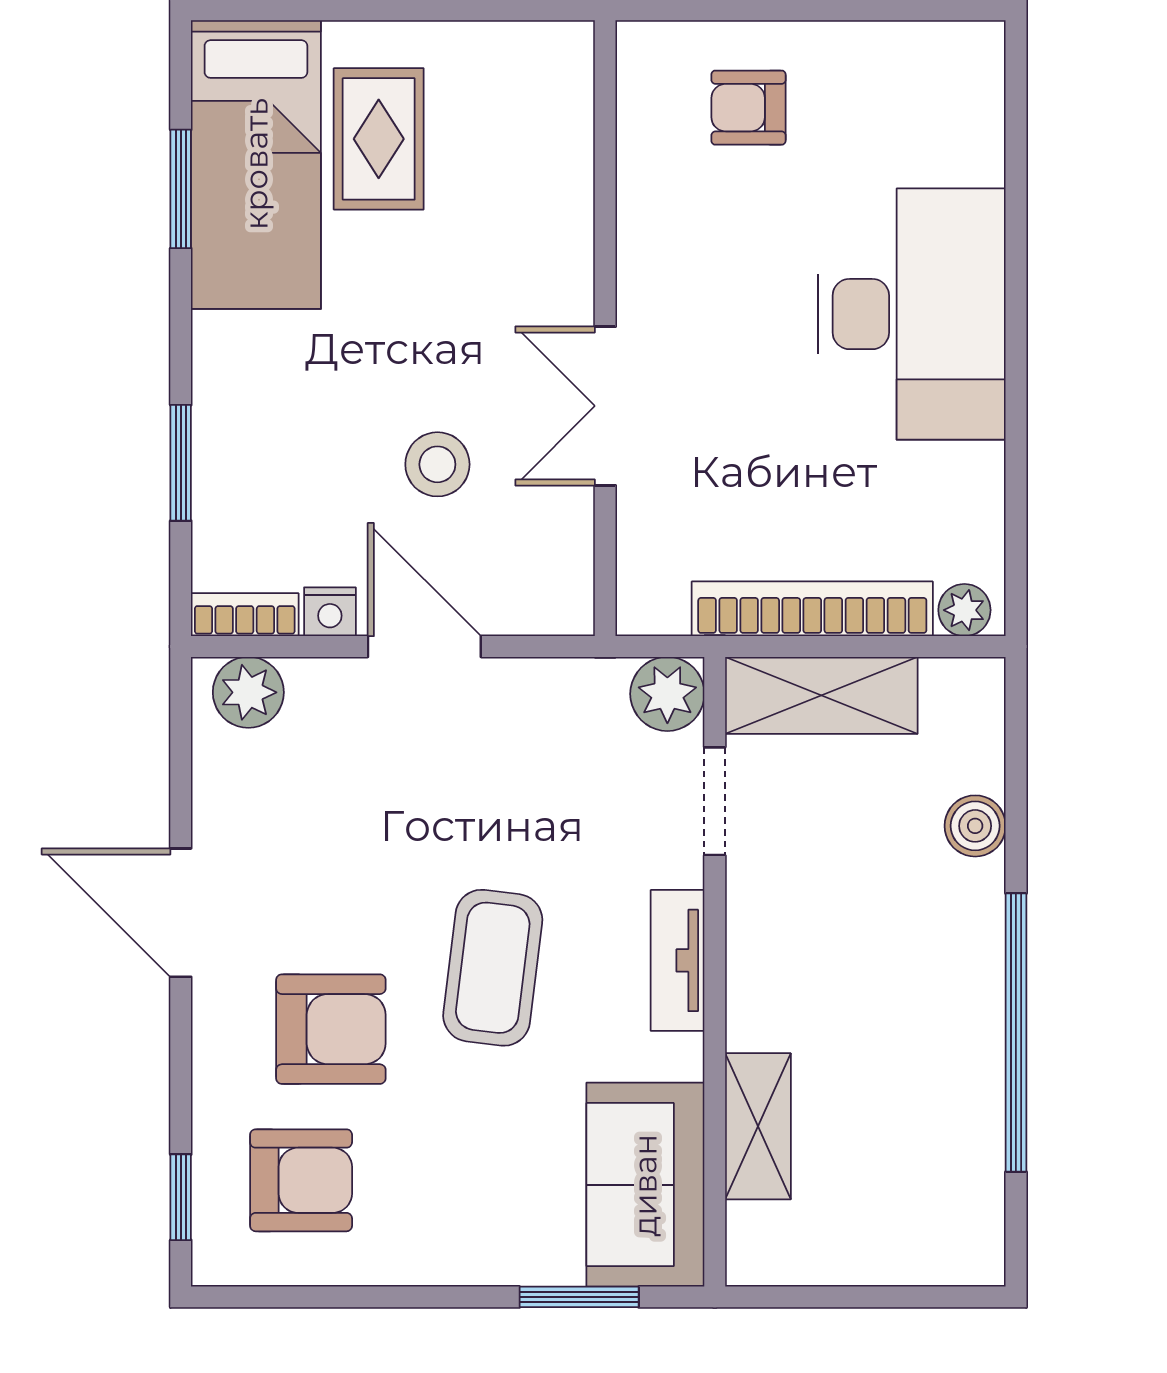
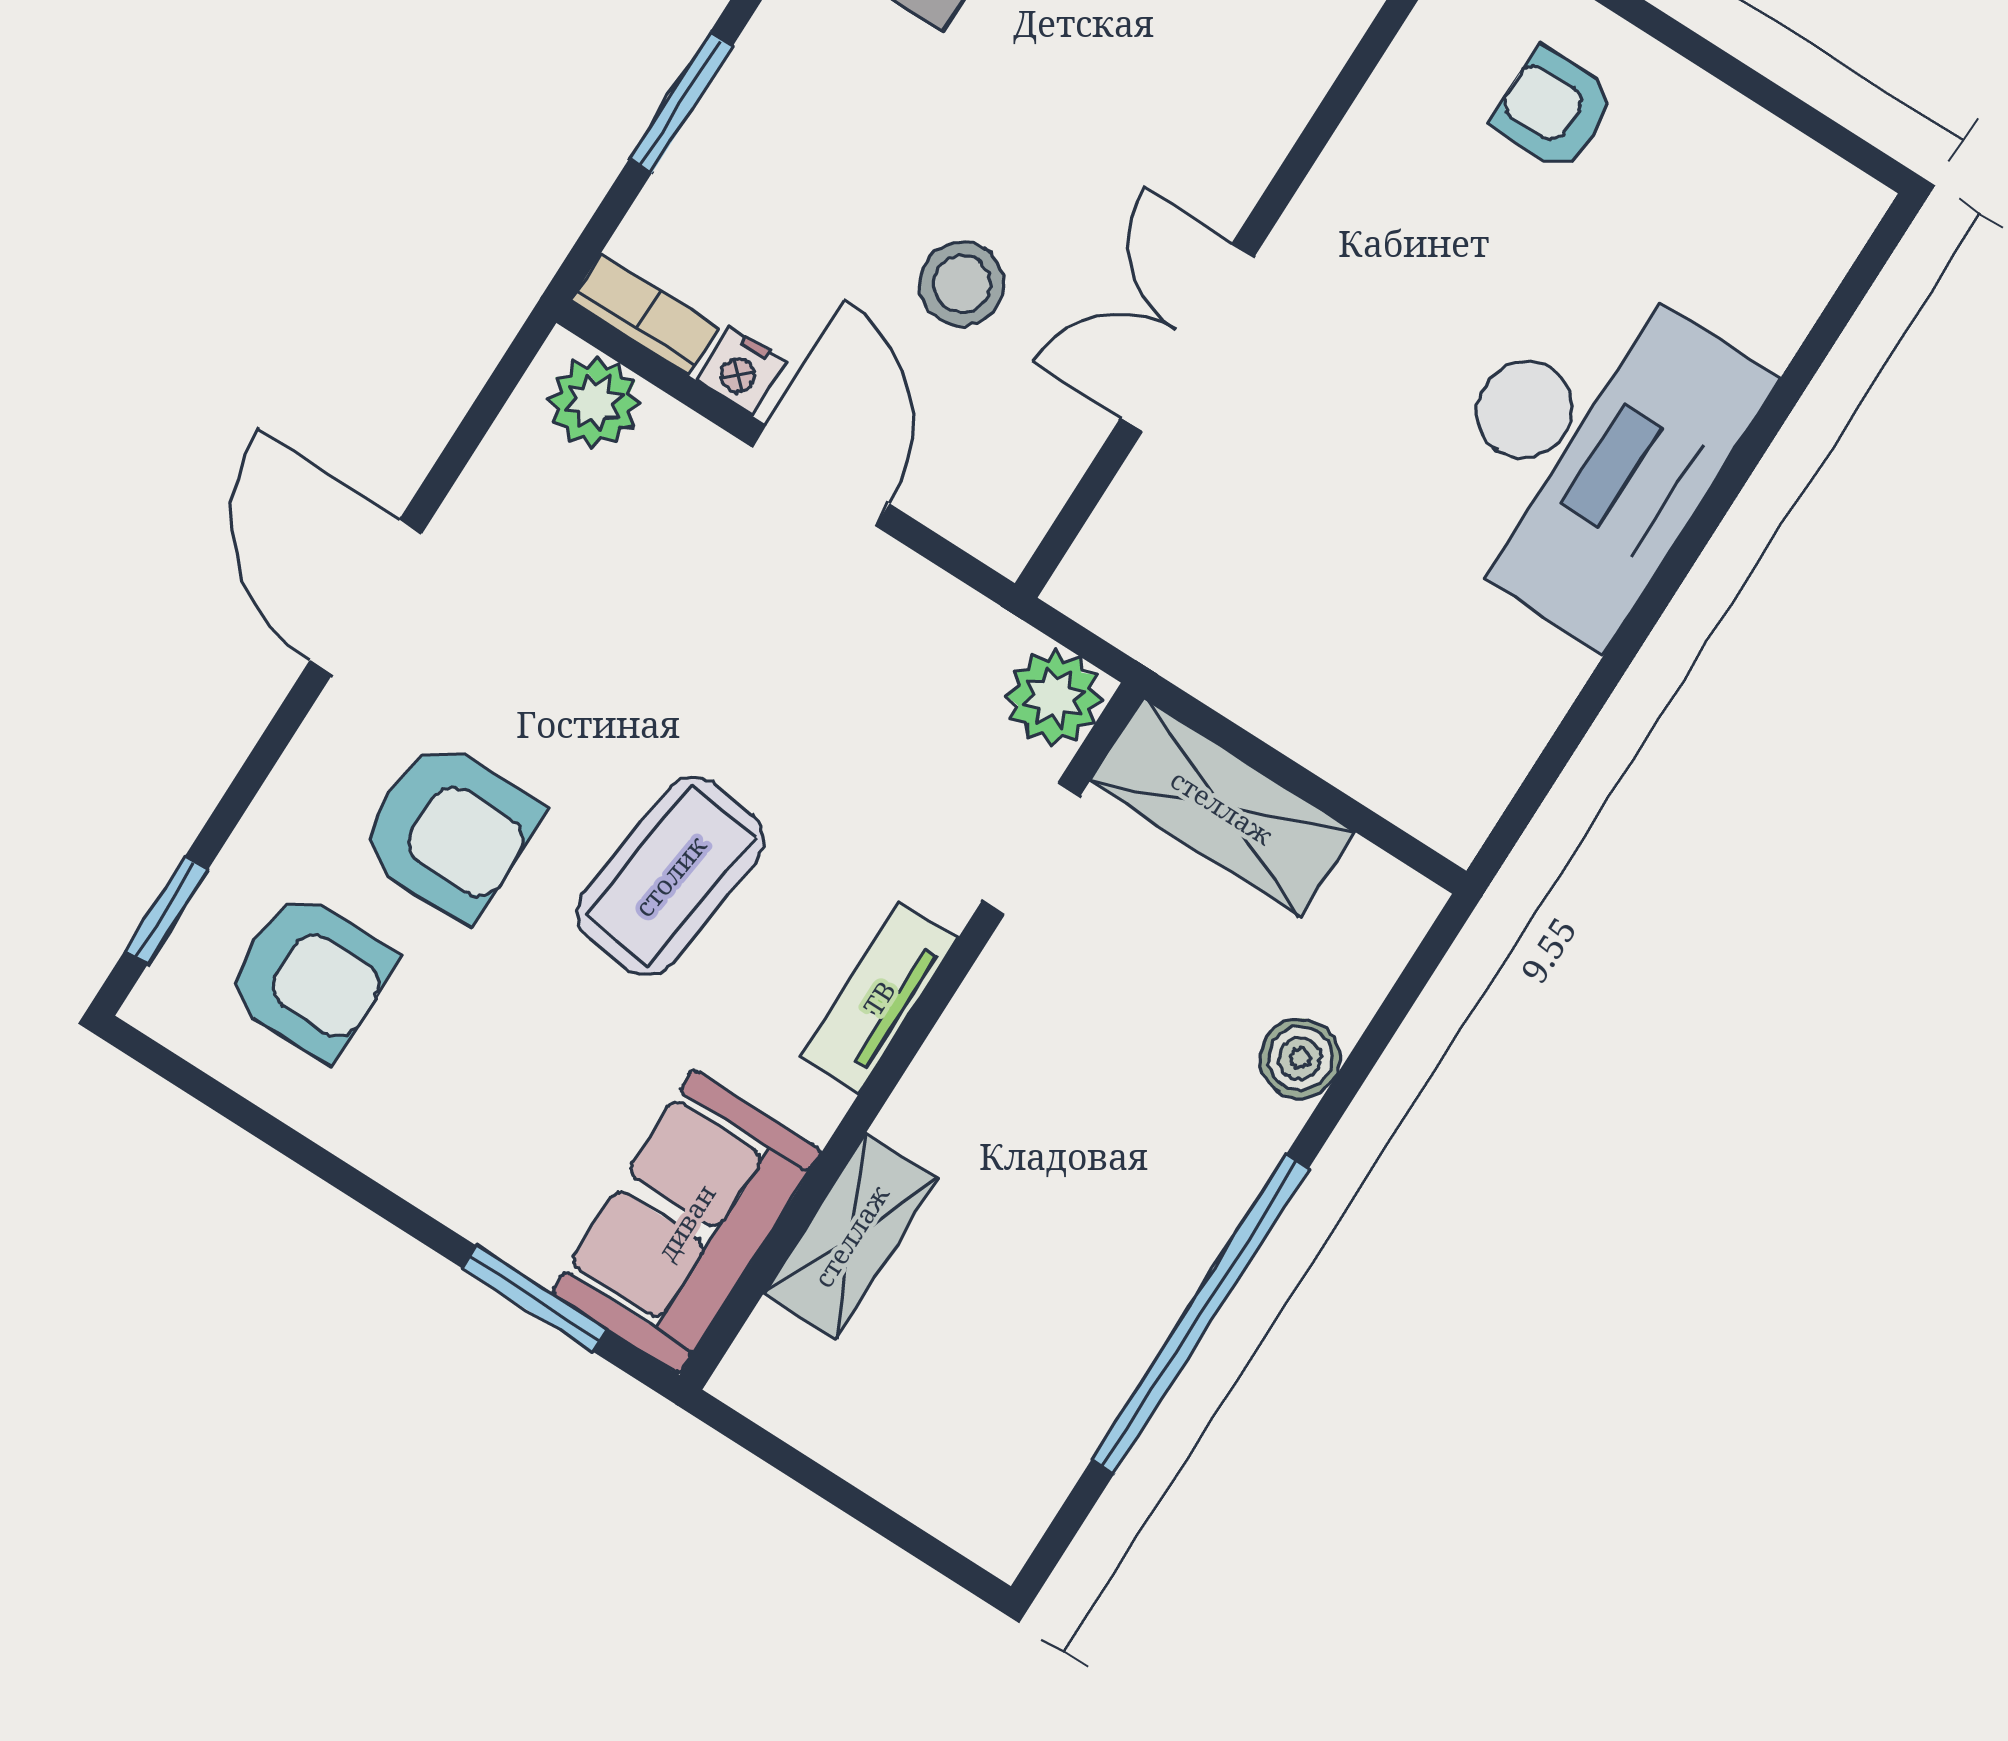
bookcase: (812, 609) -> (1273, 705), removed
plant: (964, 610) -> (1439, 813), removed

